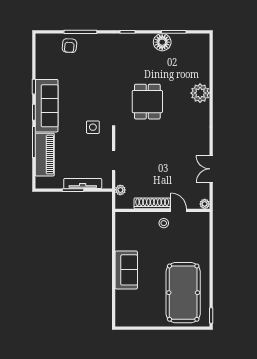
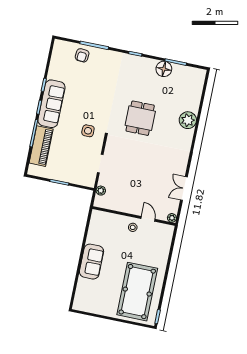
tv unit: (83, 184) -> (69, 178), removed
shoe rack: (152, 203) -> (126, 208), removed

